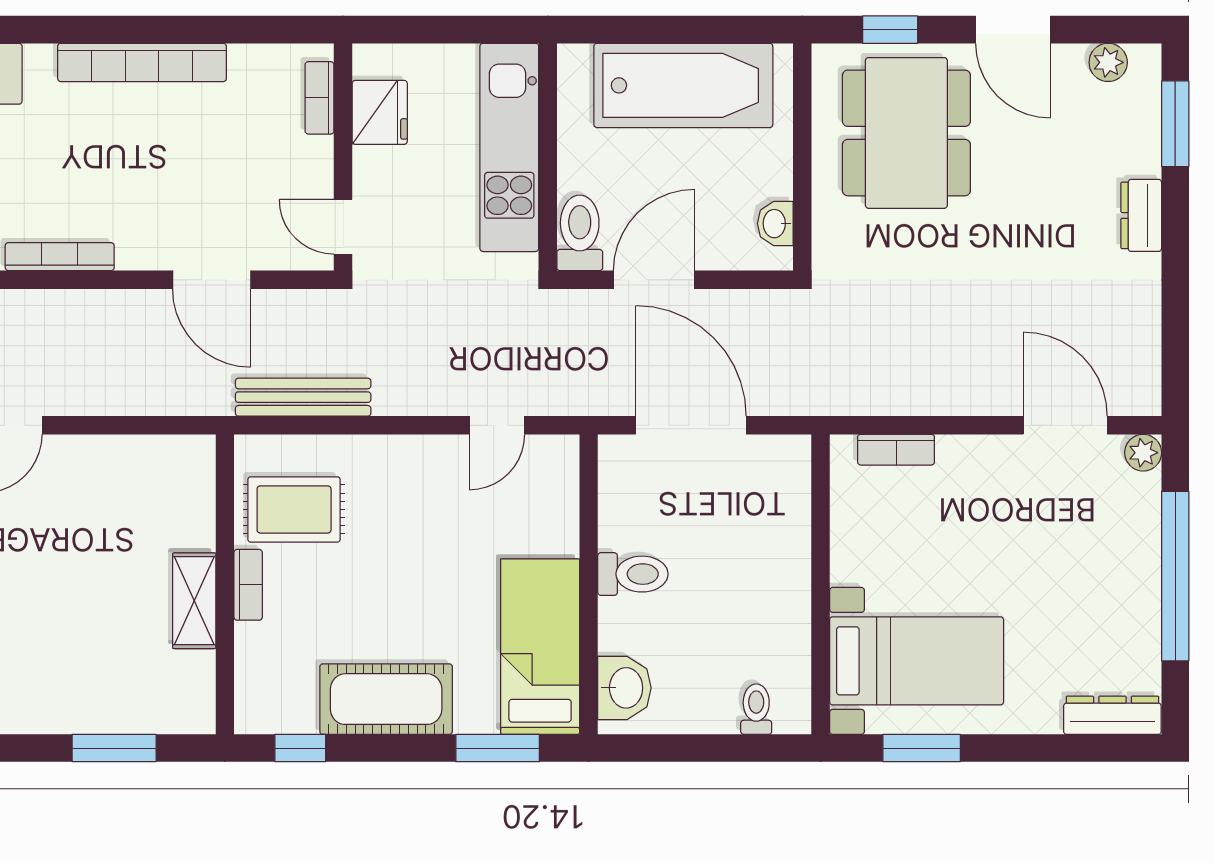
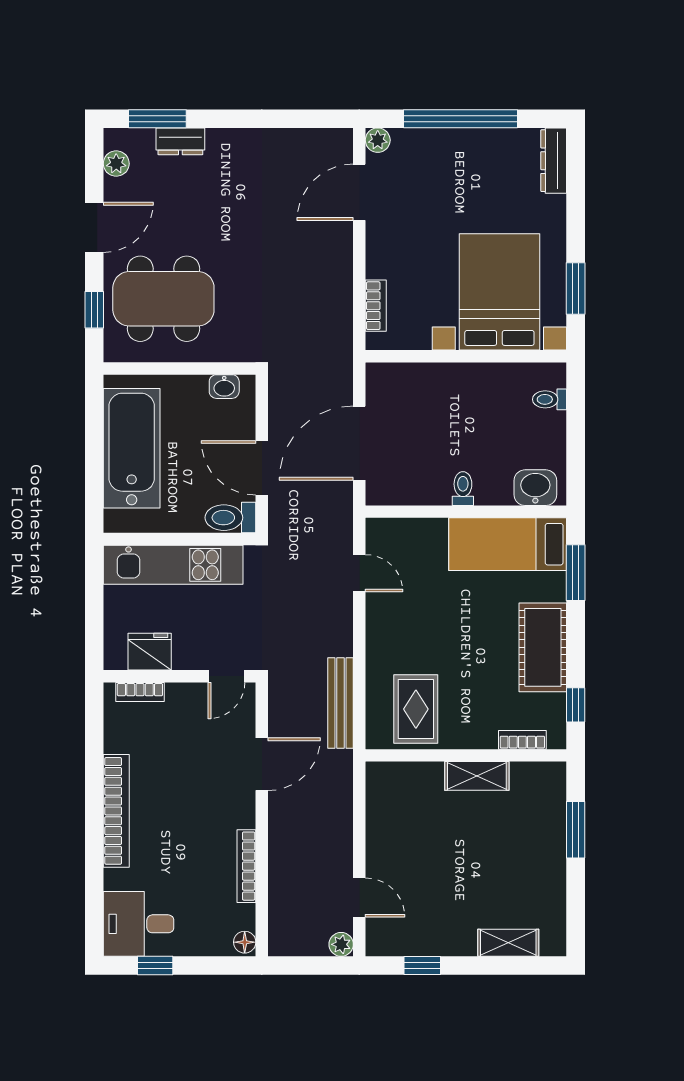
dresser: (1141, 215) -> (180, 141), moved
toilet: (633, 574) -> (463, 489), width x0.73, depth x0.72
bookcase: (248, 585) -> (522, 740), moved
bed with nightstands: (917, 661) -> (499, 292), width x1.36

